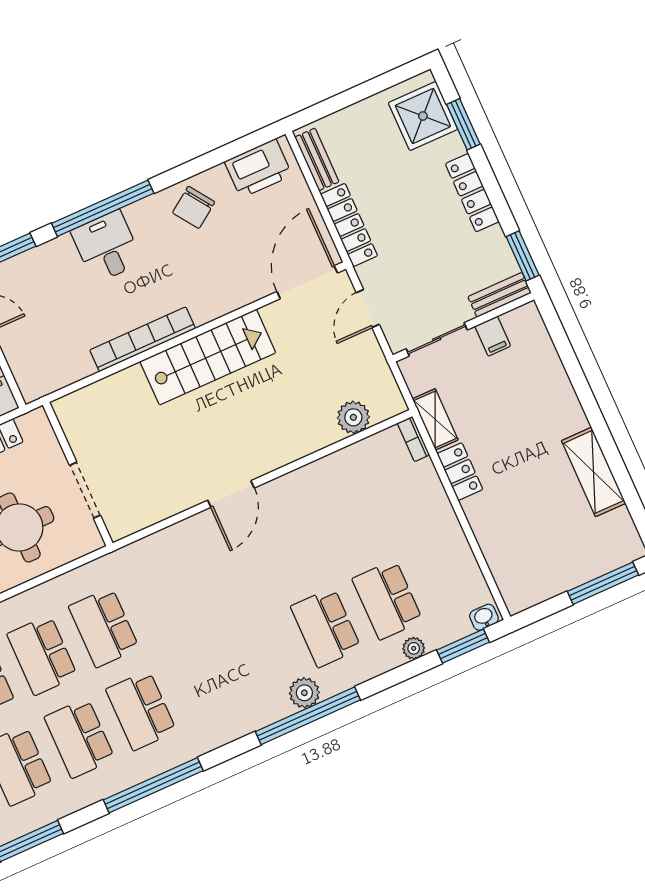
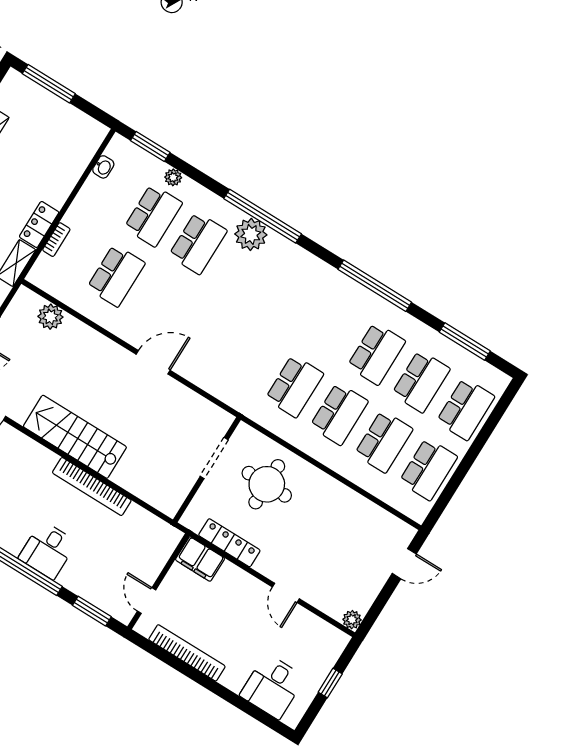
bookcase: (413, 439) -> (56, 240), moved
washbasin: (484, 617) -> (103, 167), moved, turned -90
plant: (304, 693) -> (251, 234), width x1.36, depth x1.36
school desk: (141, 710) -> (116, 276), moved

